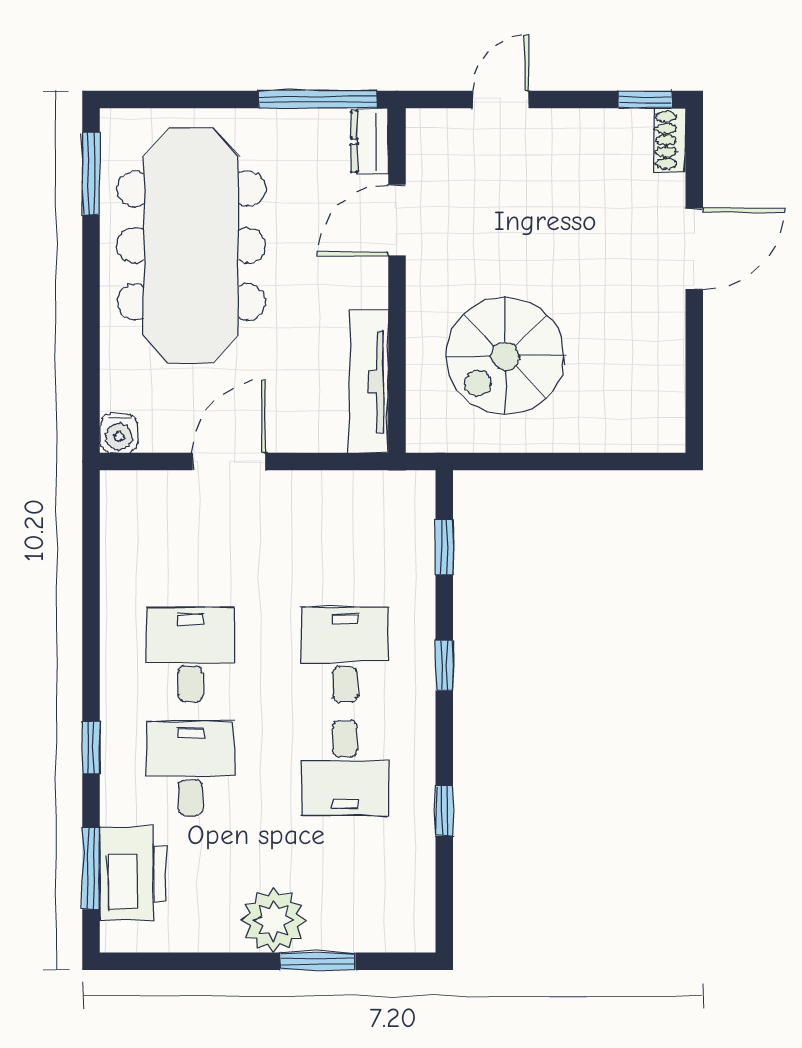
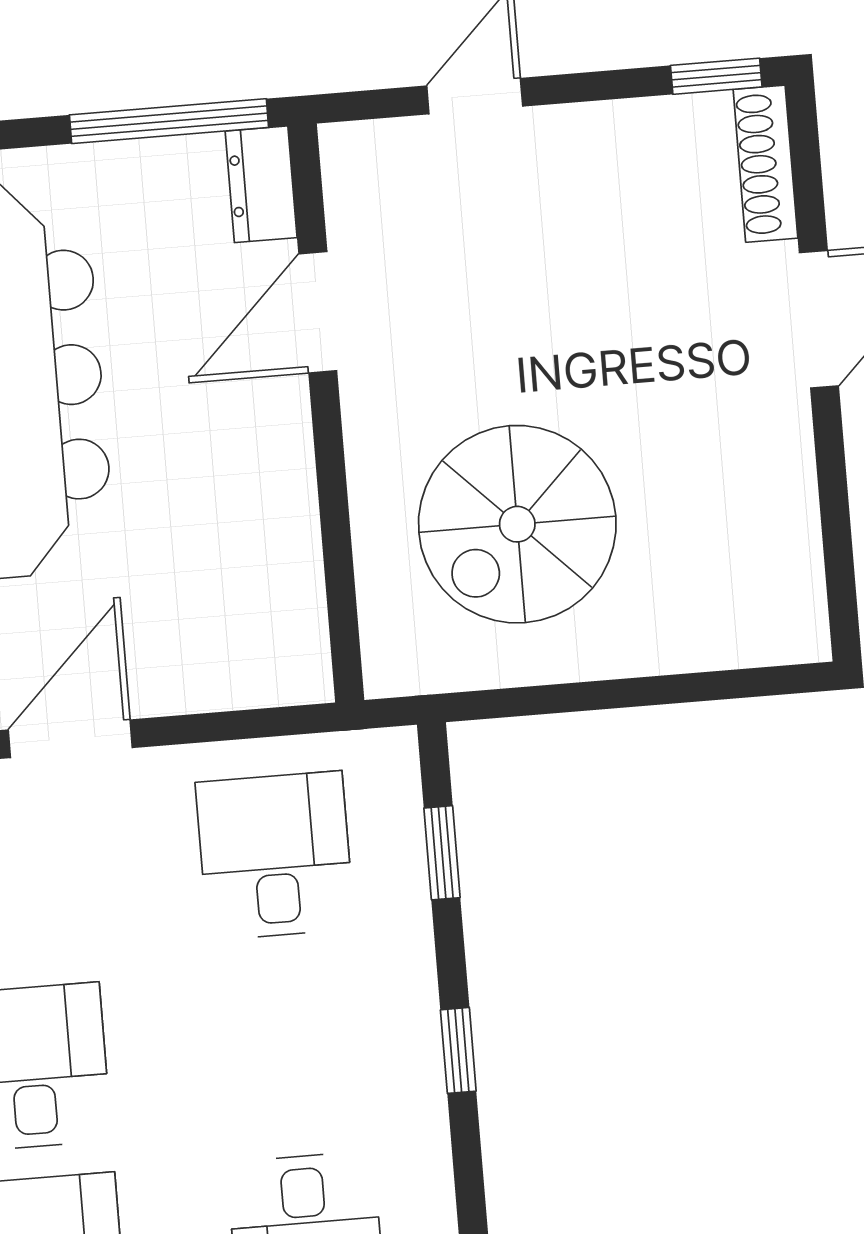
shoe rack: (670, 140) -> (765, 164), width x1.43
tv unit: (369, 381) -> (293, 586), removed
desk: (345, 655) -> (275, 856), moved

